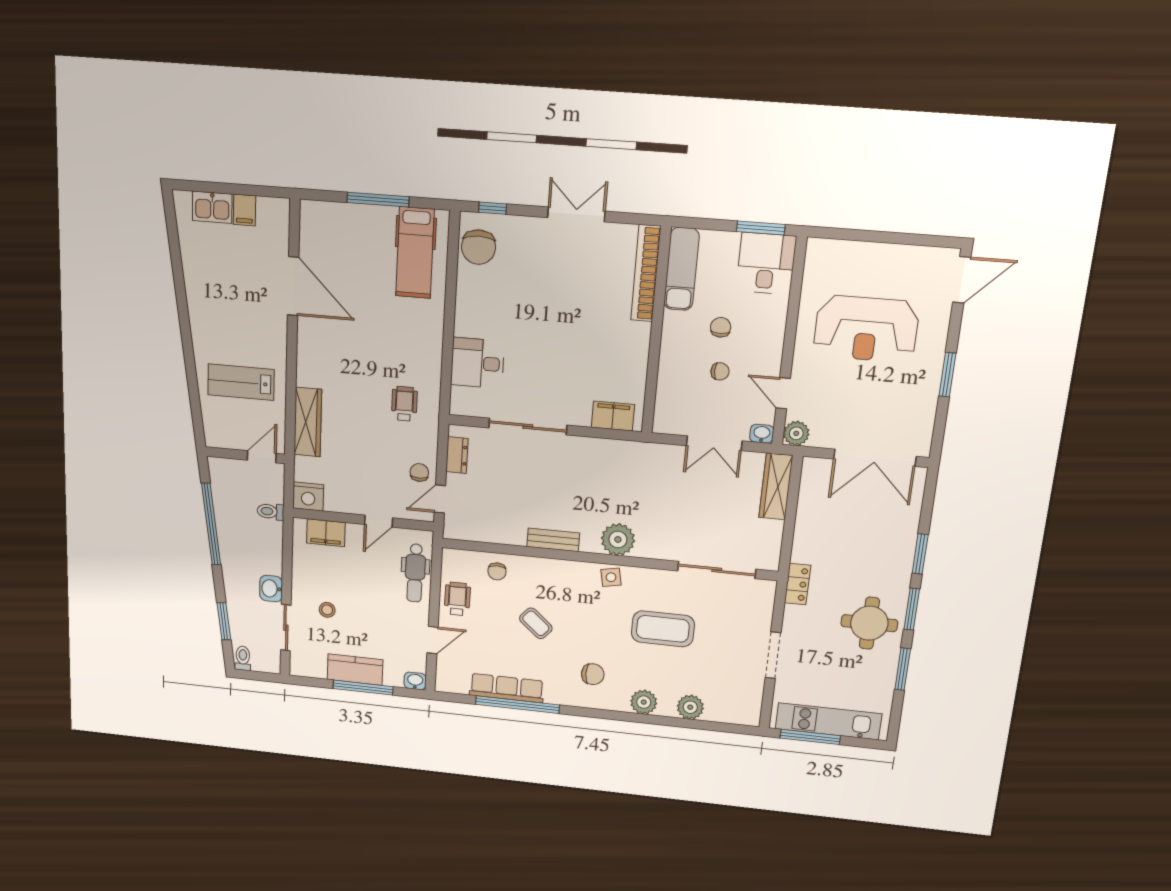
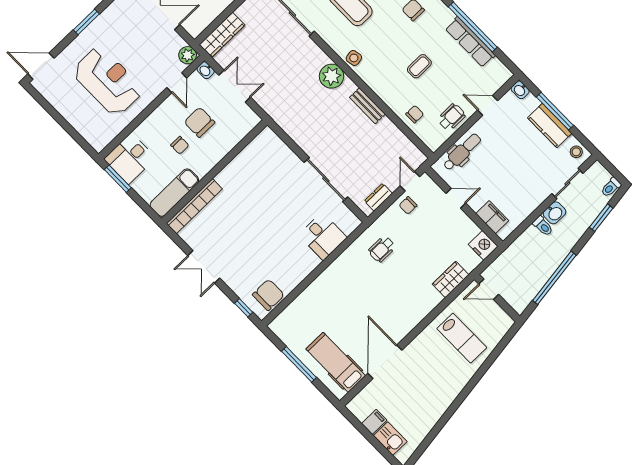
hospital bed: (415, 253) -> (336, 362), moved, turned -90
chair: (721, 327) -> (180, 145), turned -90
chair: (720, 371) -> (199, 122), width x1.87, depth x1.87
filing cabinet: (613, 416) -> (276, 146), removed
wardrobe: (308, 422) -> (451, 279), width x0.67
door: (440, 499) -> (410, 181), swing flipped
toilet: (271, 511) -> (543, 226), moved
wheelchair: (457, 599) -> (451, 117), turned 180
stool: (327, 610) -> (576, 152), moved
coffee table: (536, 623) -> (419, 66), turned 49

